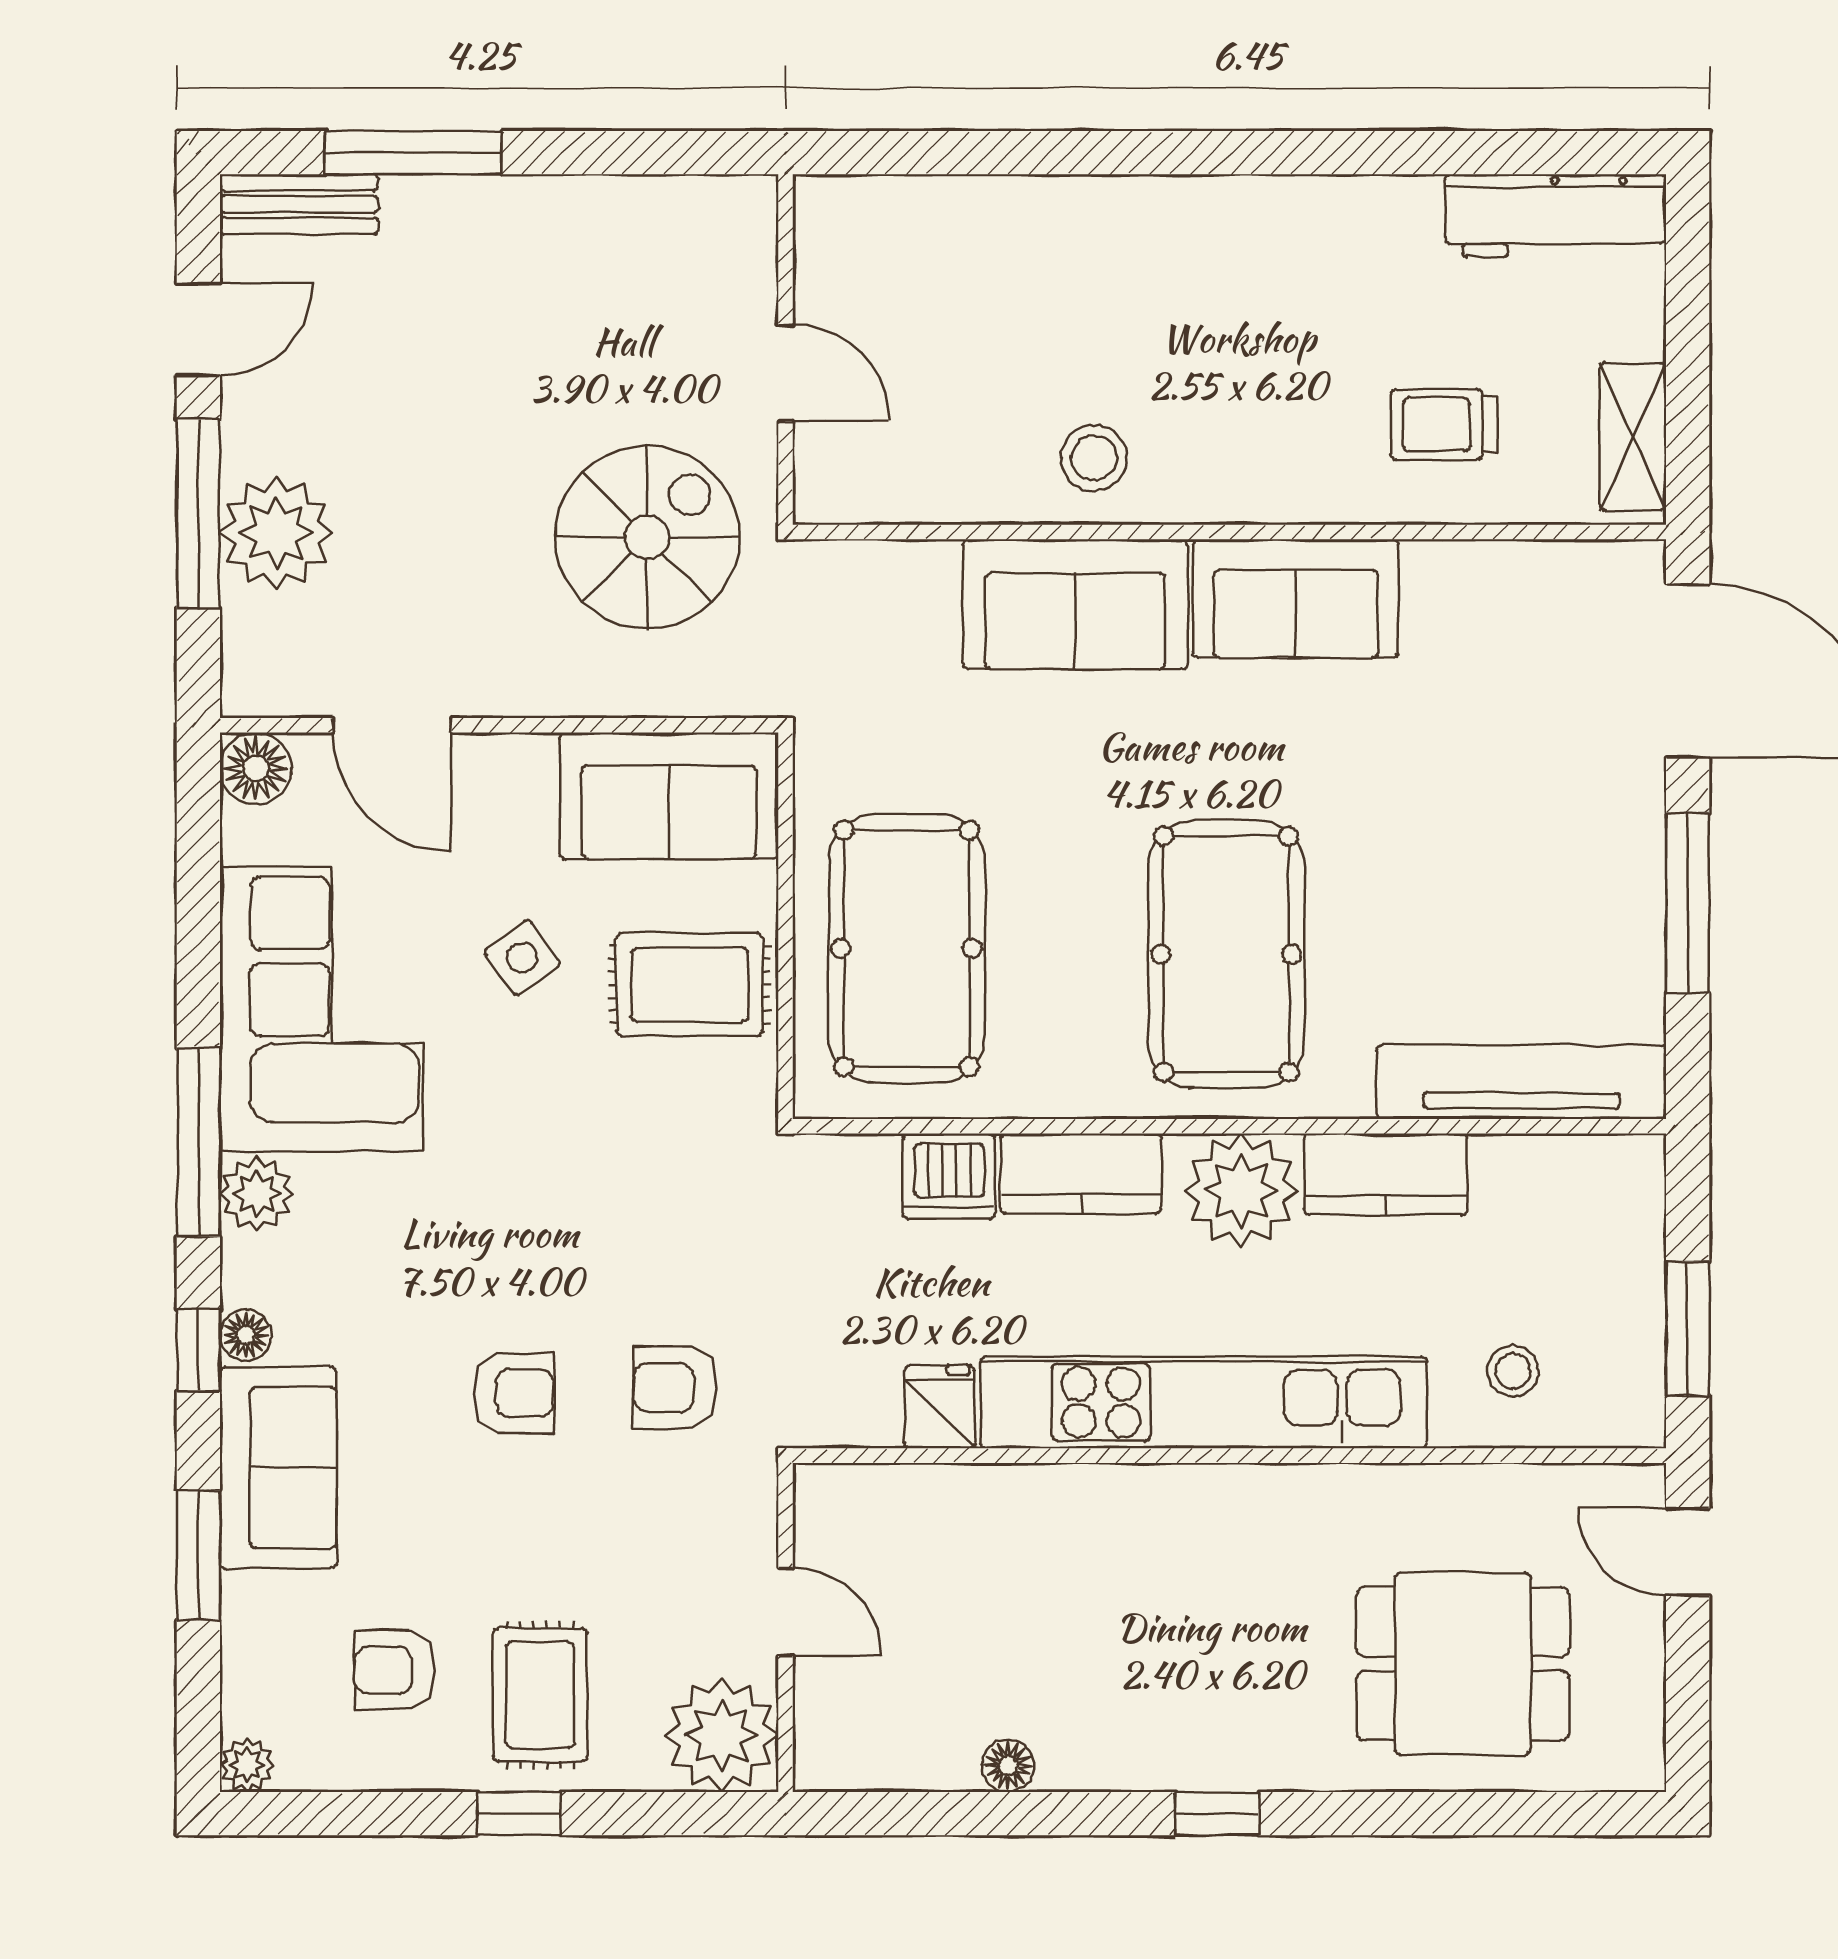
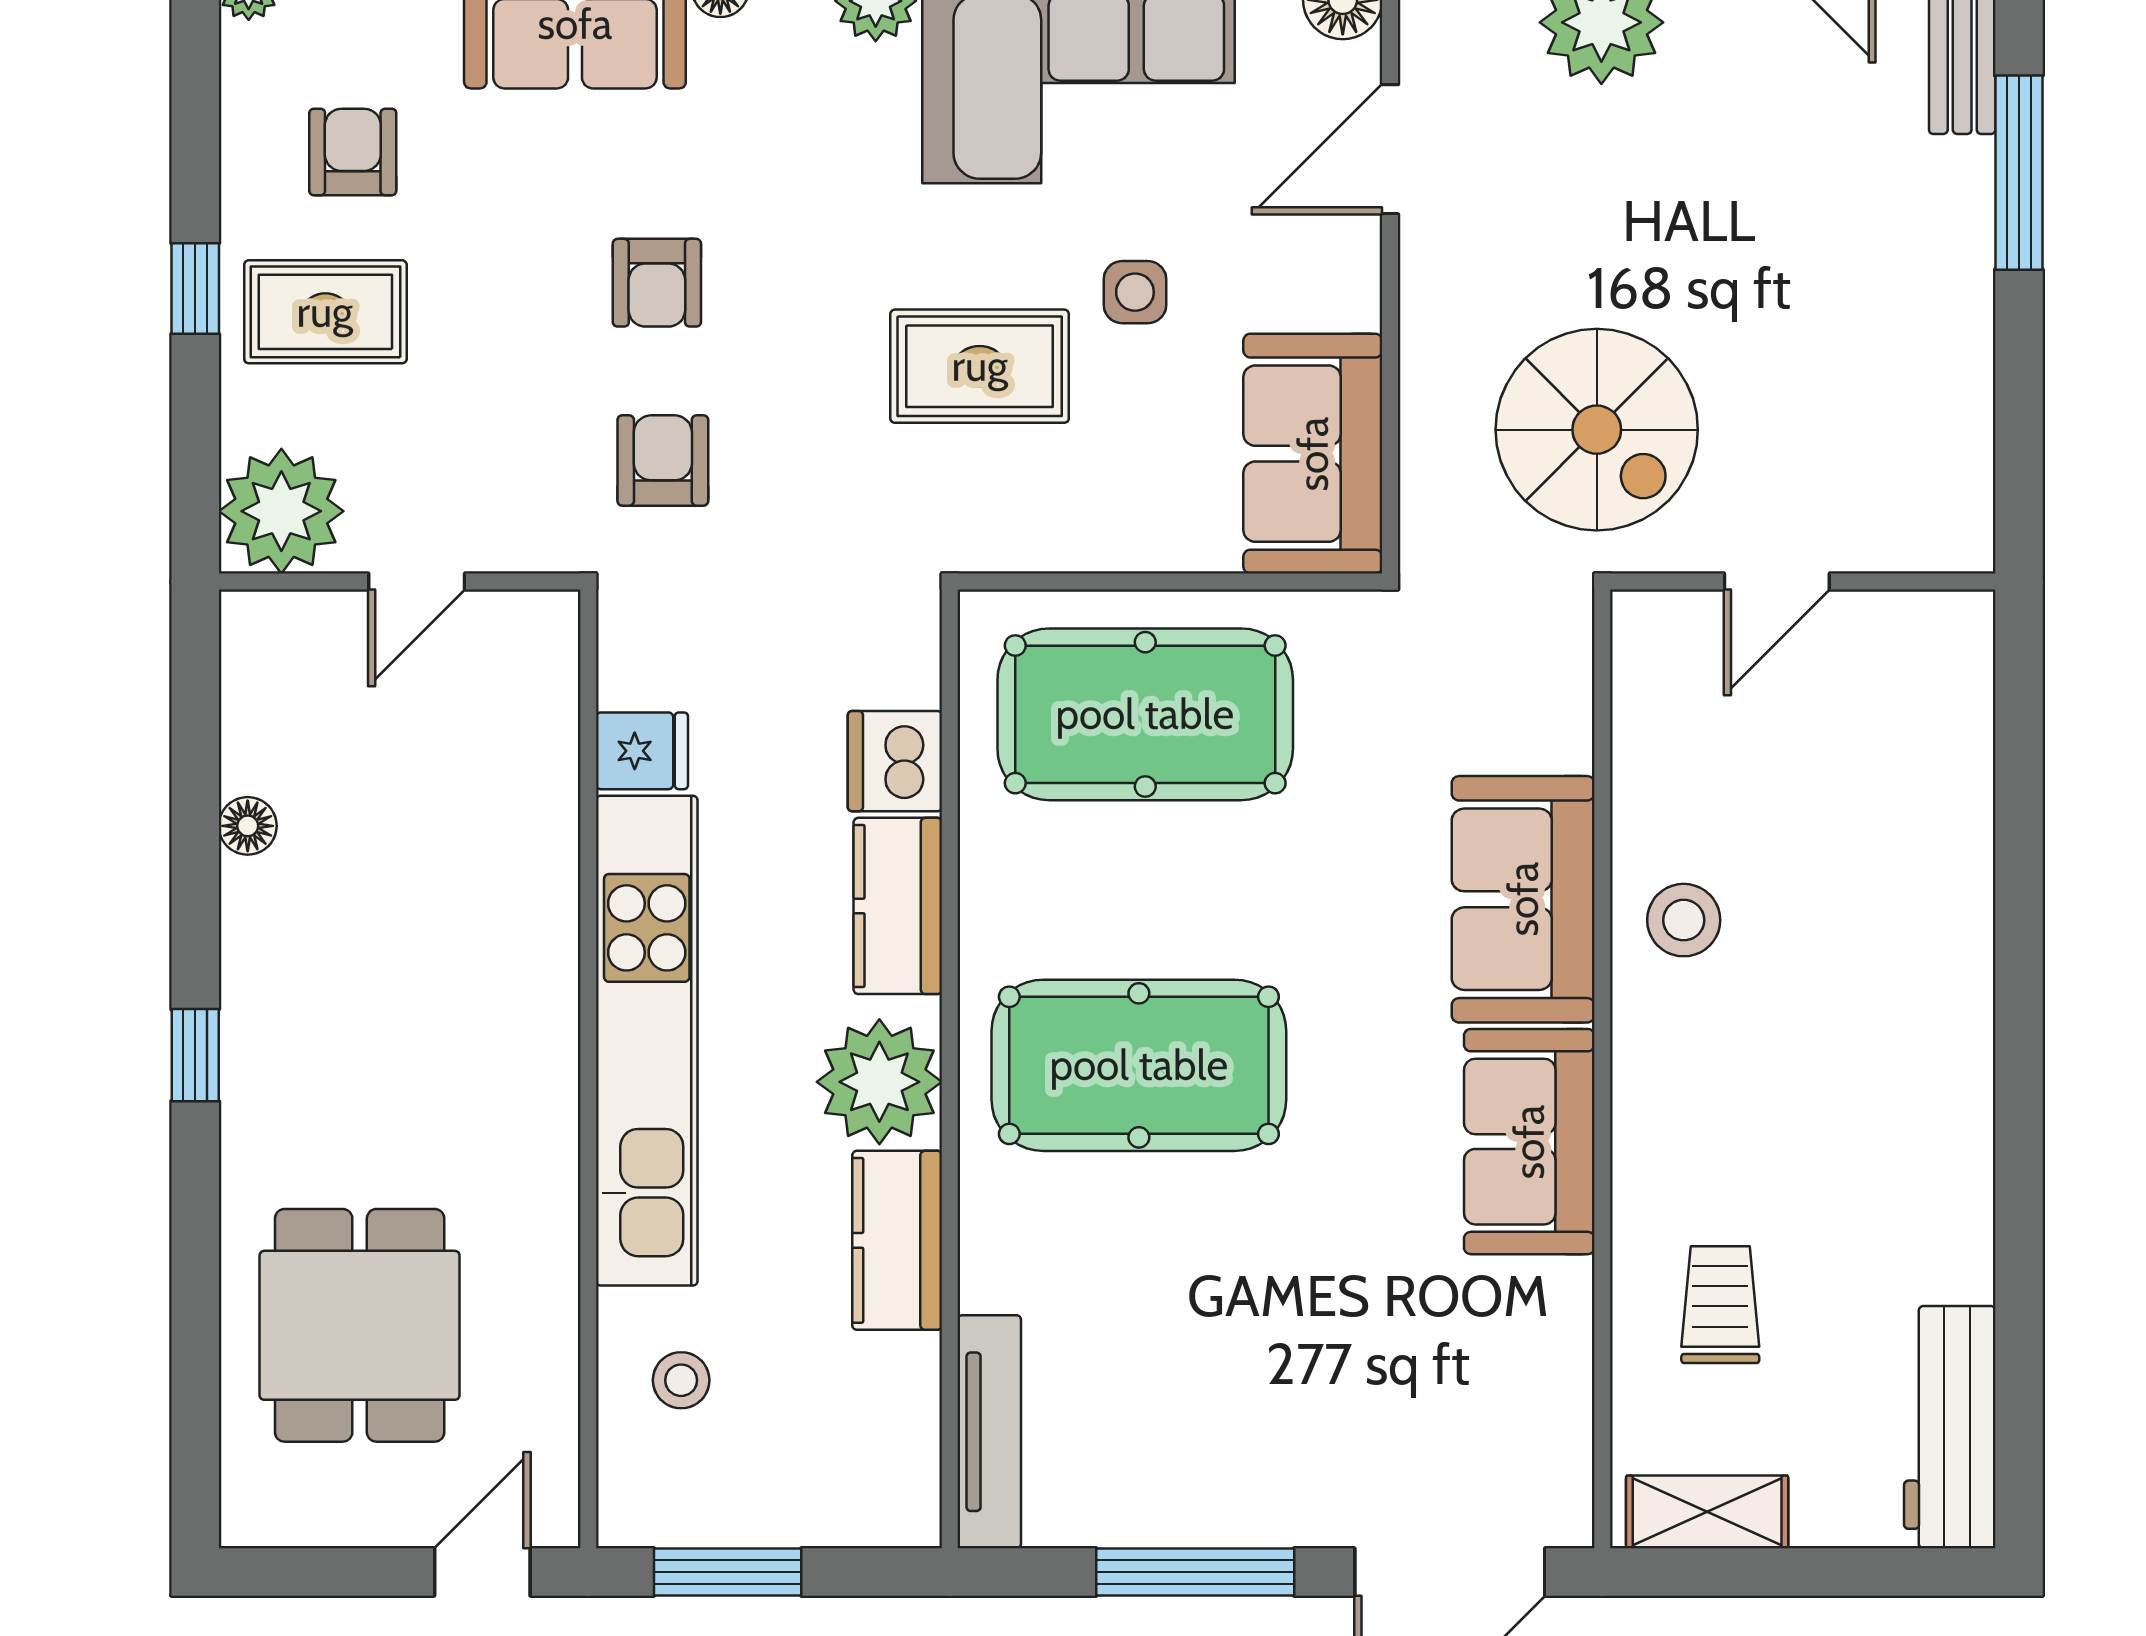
side table: (522, 958) -> (1135, 292), turned 36
rug: (689, 985) -> (980, 366), moved, turned 90
tv unit: (1522, 1082) -> (989, 1432), width x0.73, depth x0.78

